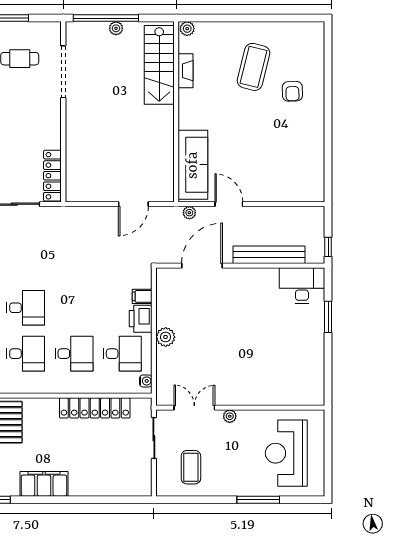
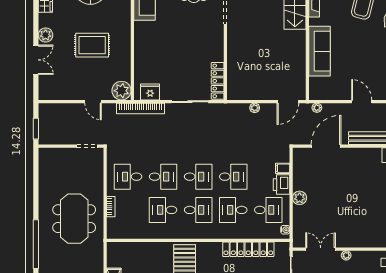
sofa: (193, 165) -> (319, 51), moved
door: (133, 204) -> (288, 102), moved
door: (229, 204) -> (362, 102), moved
plant: (104, 213) -> (255, 108), added
desk: (74, 308) -> (233, 177), added
desk: (74, 354) -> (233, 210), turned 180

